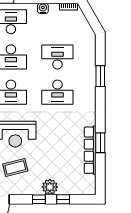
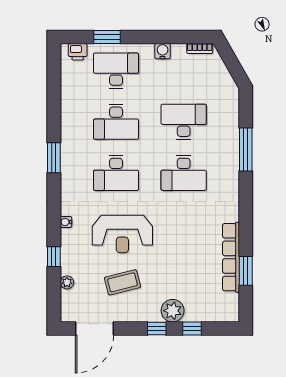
window: (100, 76) -> (246, 149), width x1.44
window: (100, 143) -> (246, 271), moved

